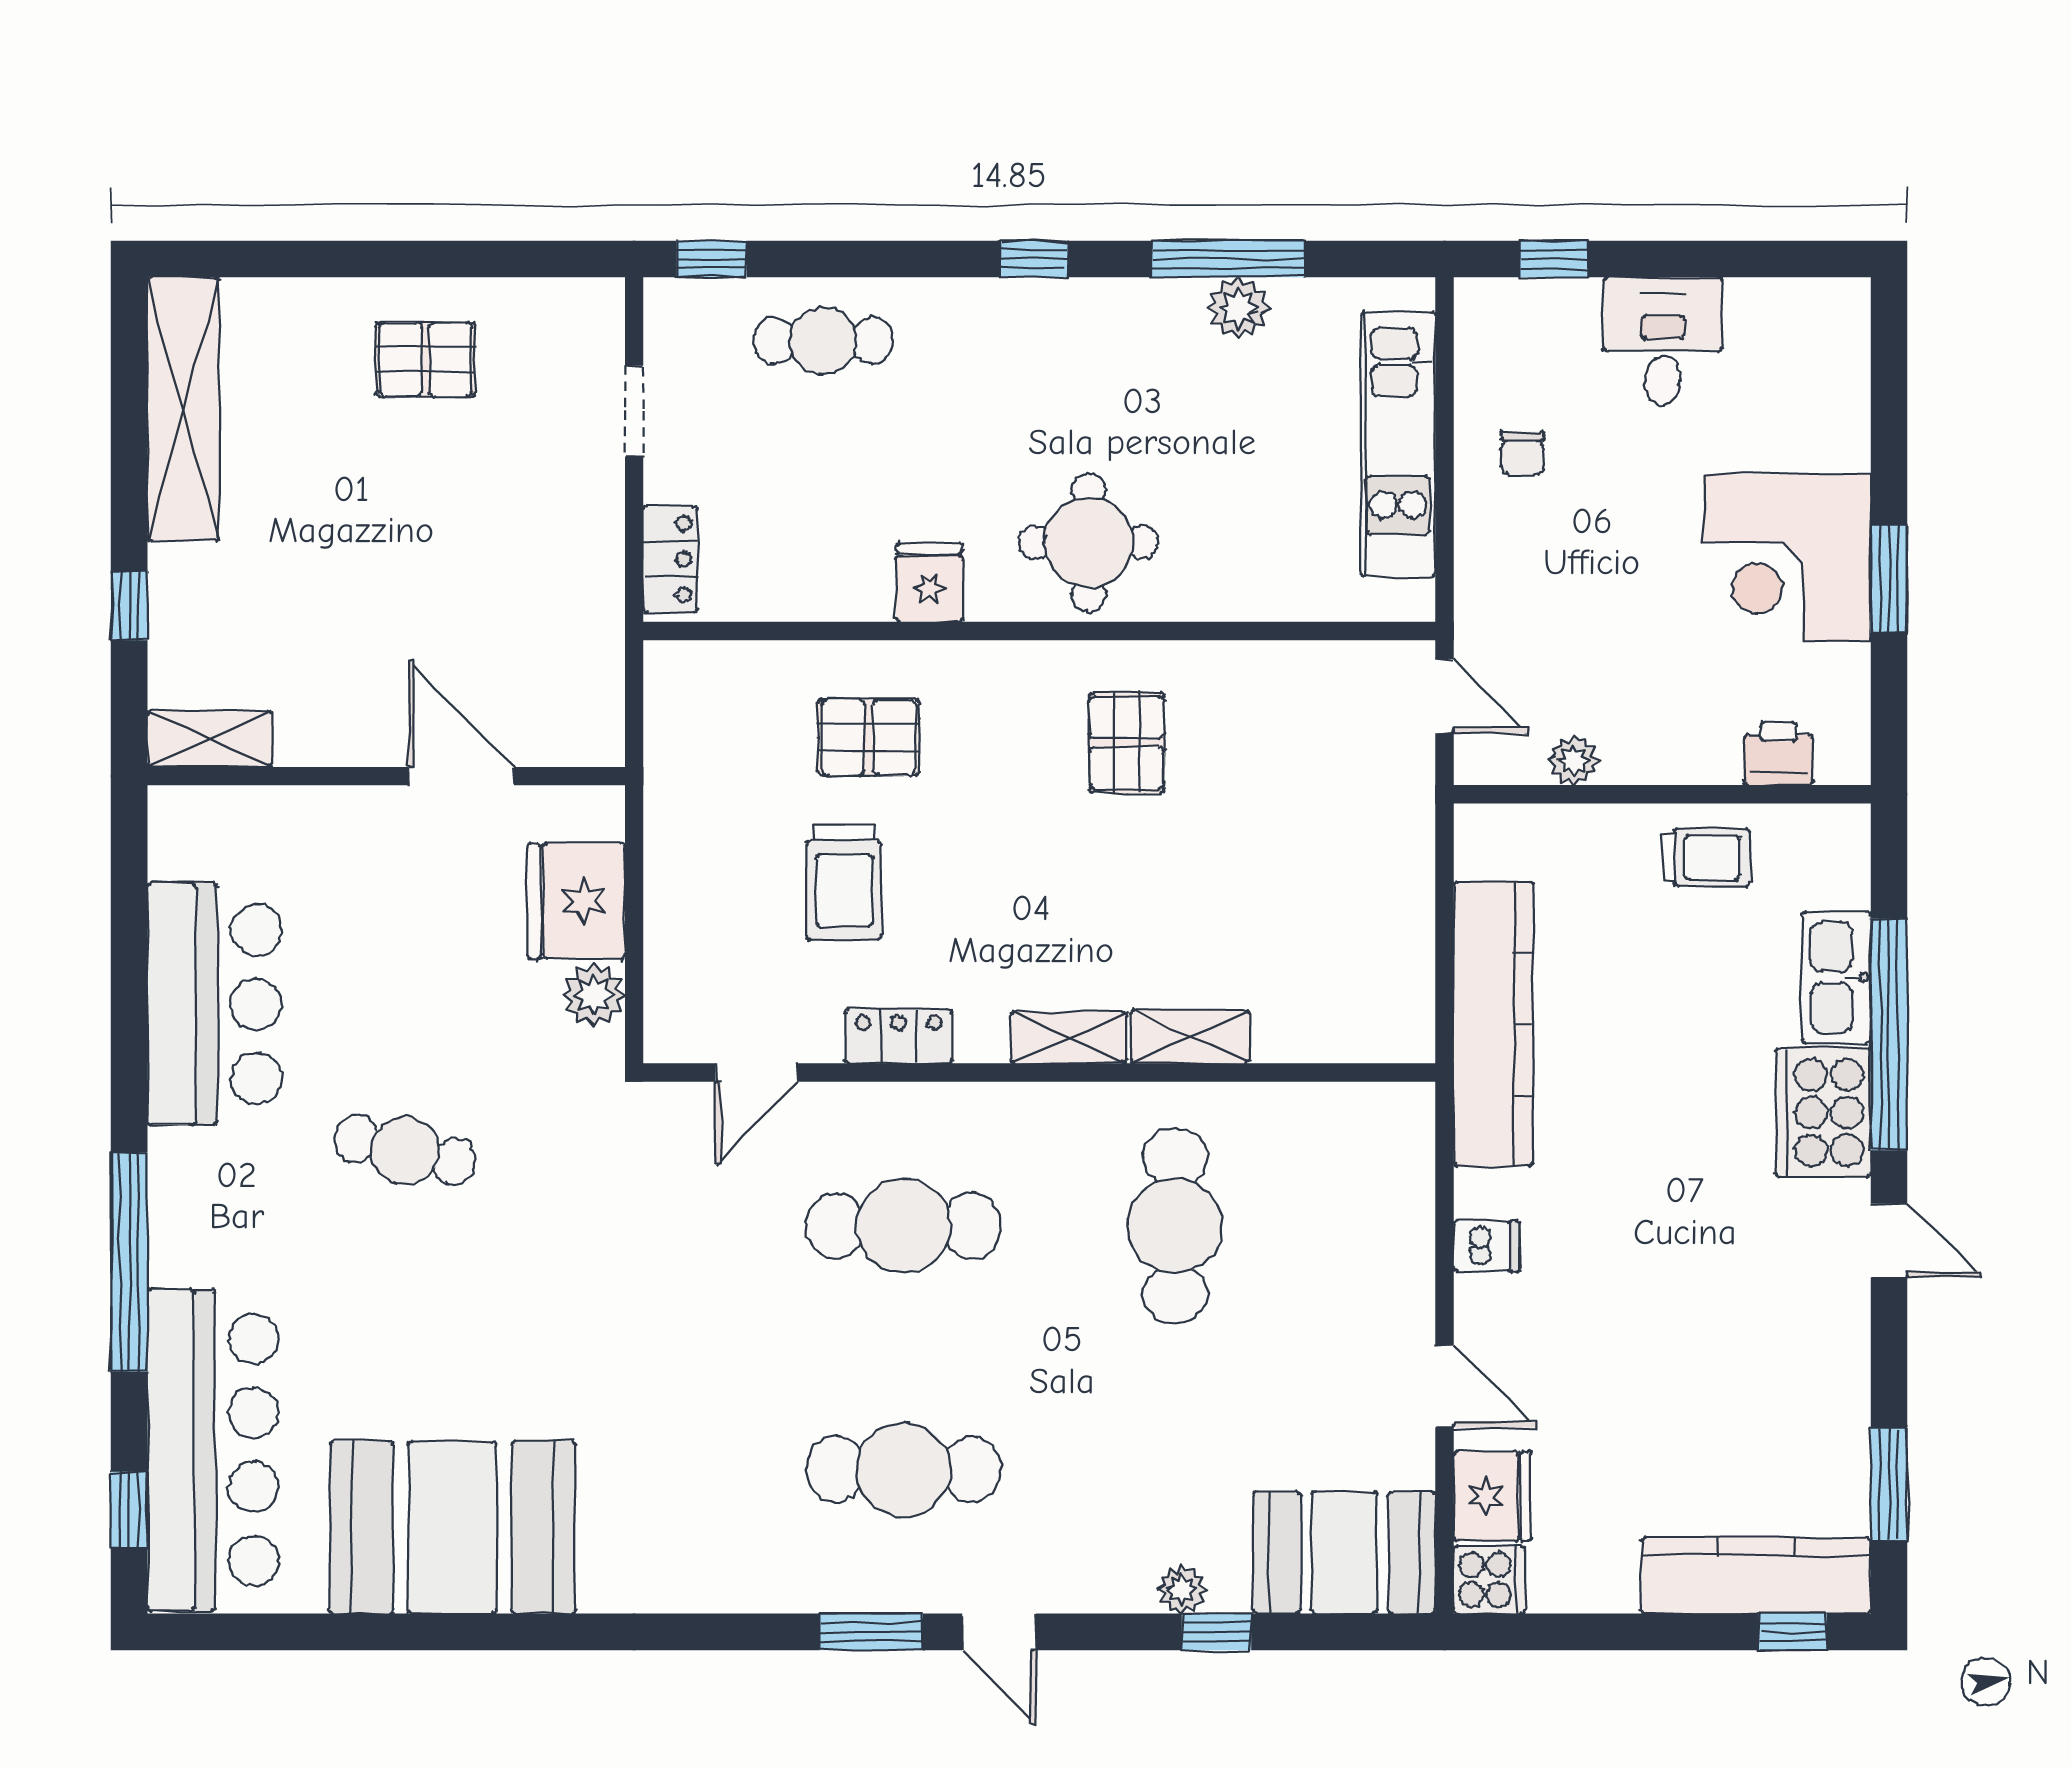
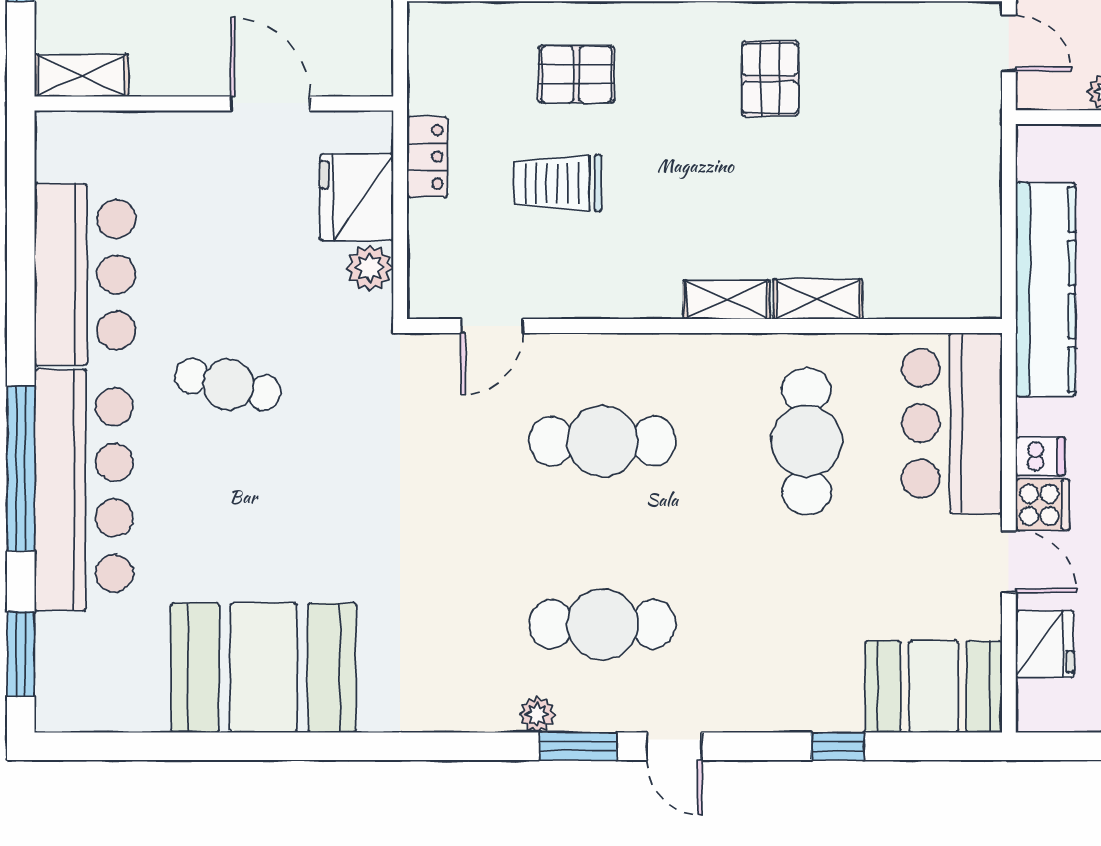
trolley: (844, 882) -> (558, 183), turned 90
locker: (899, 1036) -> (427, 157), moved, turned 90
bar counter: (1369, 1202) -> (952, 423), added
bar counter: (213, 1450) -> (84, 490), moved
window: (129, 1509) -> (21, 654), width x1.50
cooker: (1489, 1580) -> (1042, 505), moved
plant: (1182, 1590) -> (537, 714), moved

